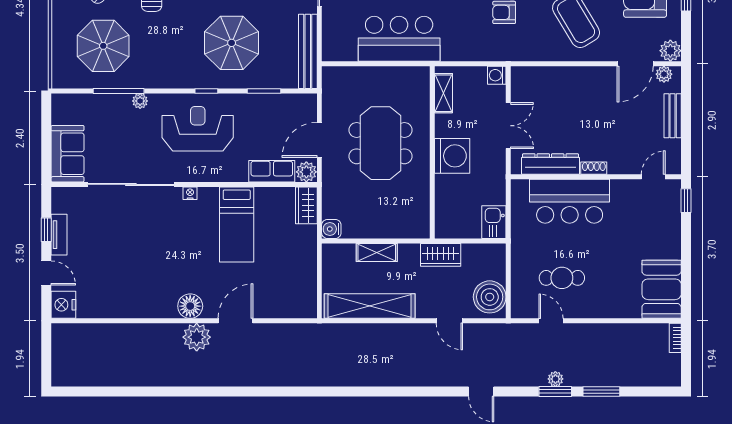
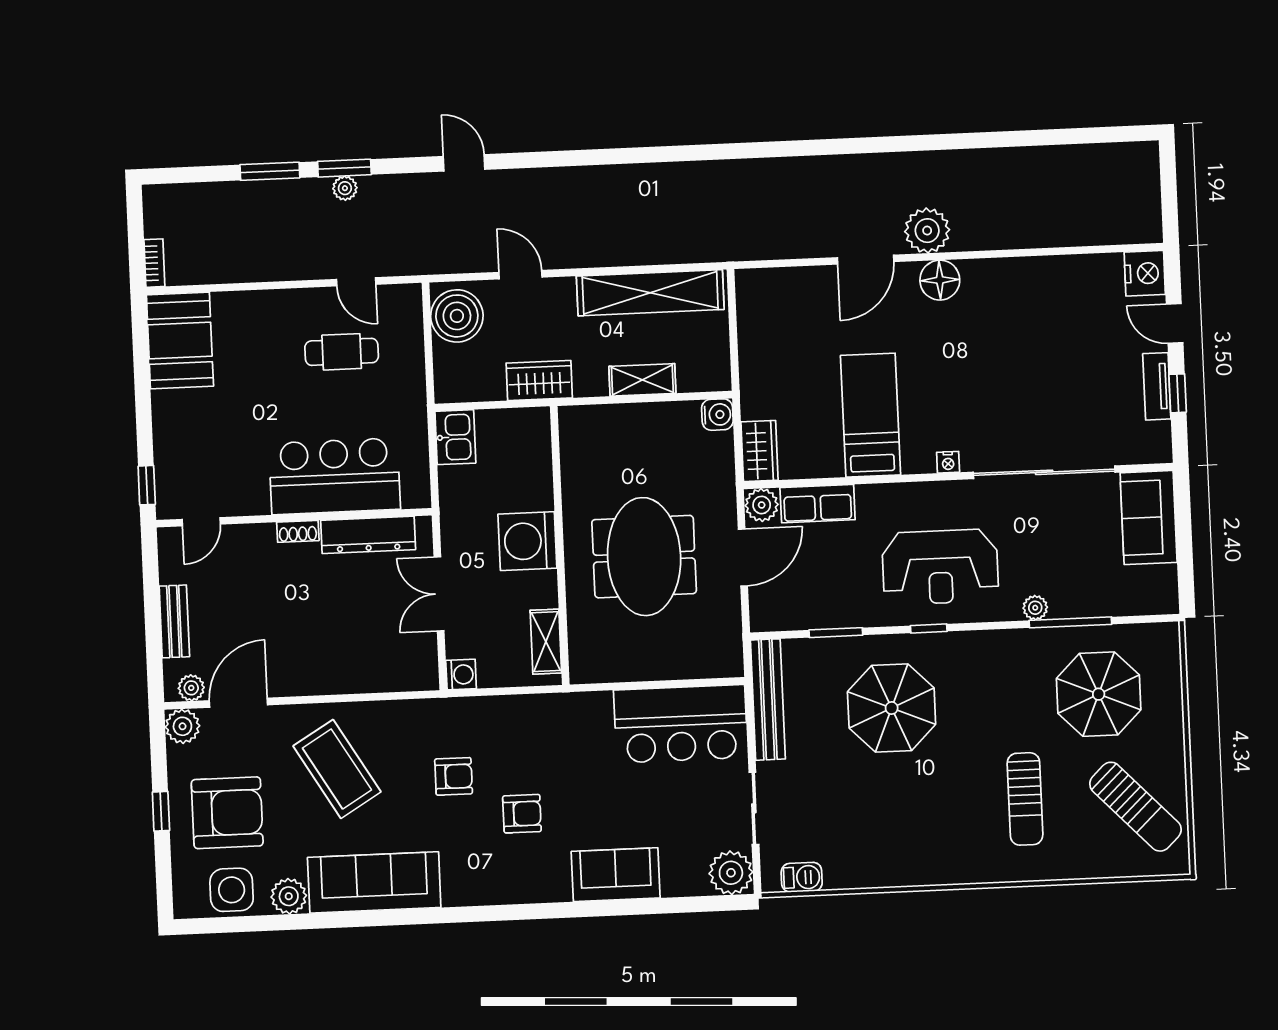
bar counter: (399, 39) -> (681, 724), moved

